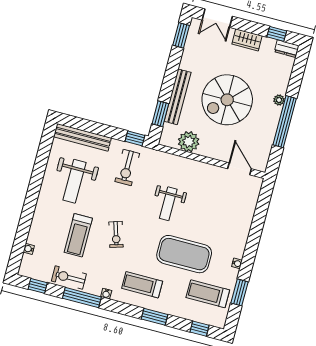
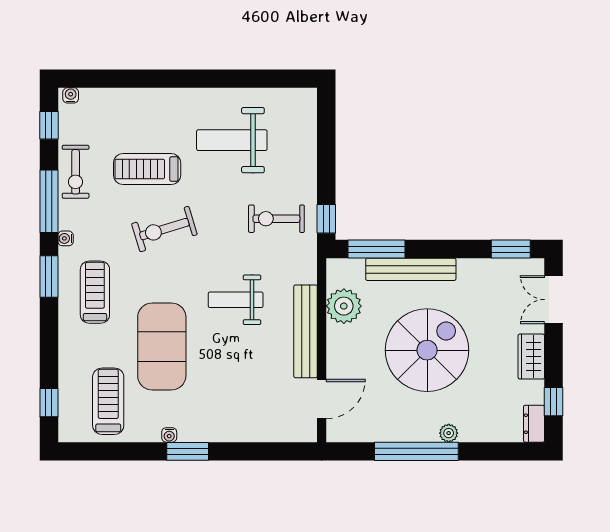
spiral stairs: (227, 100) -> (427, 350), turned 90
window: (160, 114) -> (377, 249), width x1.44
bench: (82, 137) -> (306, 331), moved
exercise bike: (116, 234) -> (164, 229), width x1.38, depth x1.39
water cooler: (29, 249) -> (71, 95), moved
exercise bike: (69, 277) -> (76, 172), turned 180
window: (240, 292) -> (188, 451), moved
window: (155, 317) -> (49, 276), moved

